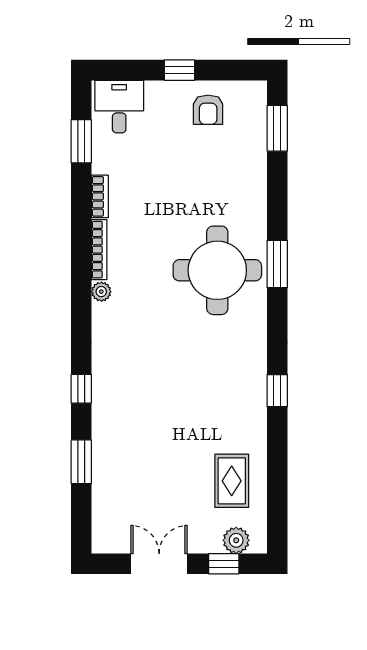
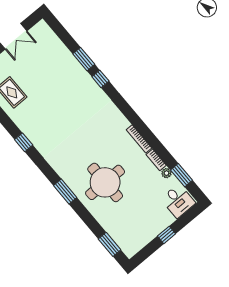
armchair: (208, 110) -> (143, 229), removed
round table: (217, 270) -> (105, 182), moved
plant: (101, 292) -> (166, 173), moved
window: (81, 462) -> (84, 59), moved

